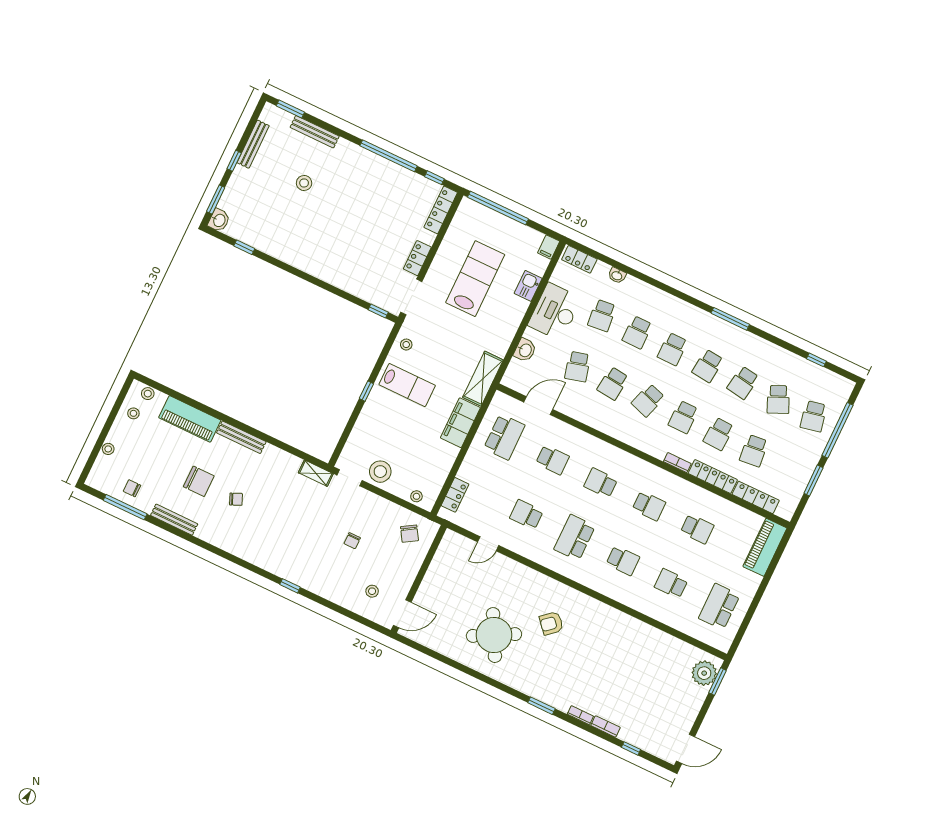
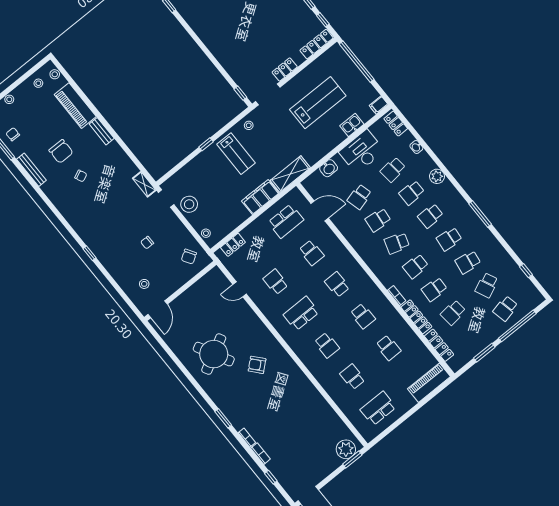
plant: (658, 299) -> (437, 176), added
bench: (241, 437) -> (102, 131), width x0.73
door: (402, 614) -> (158, 309), hinge flipped

